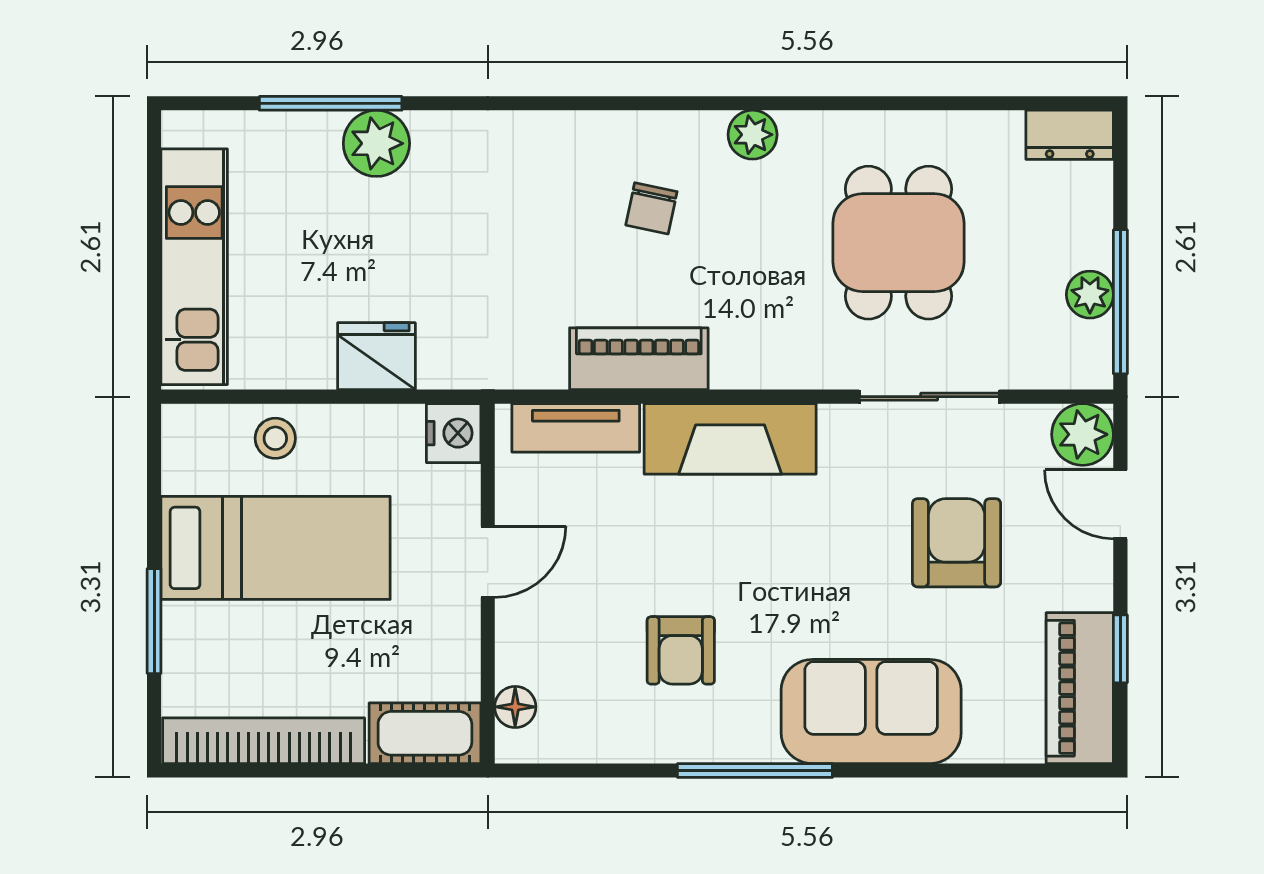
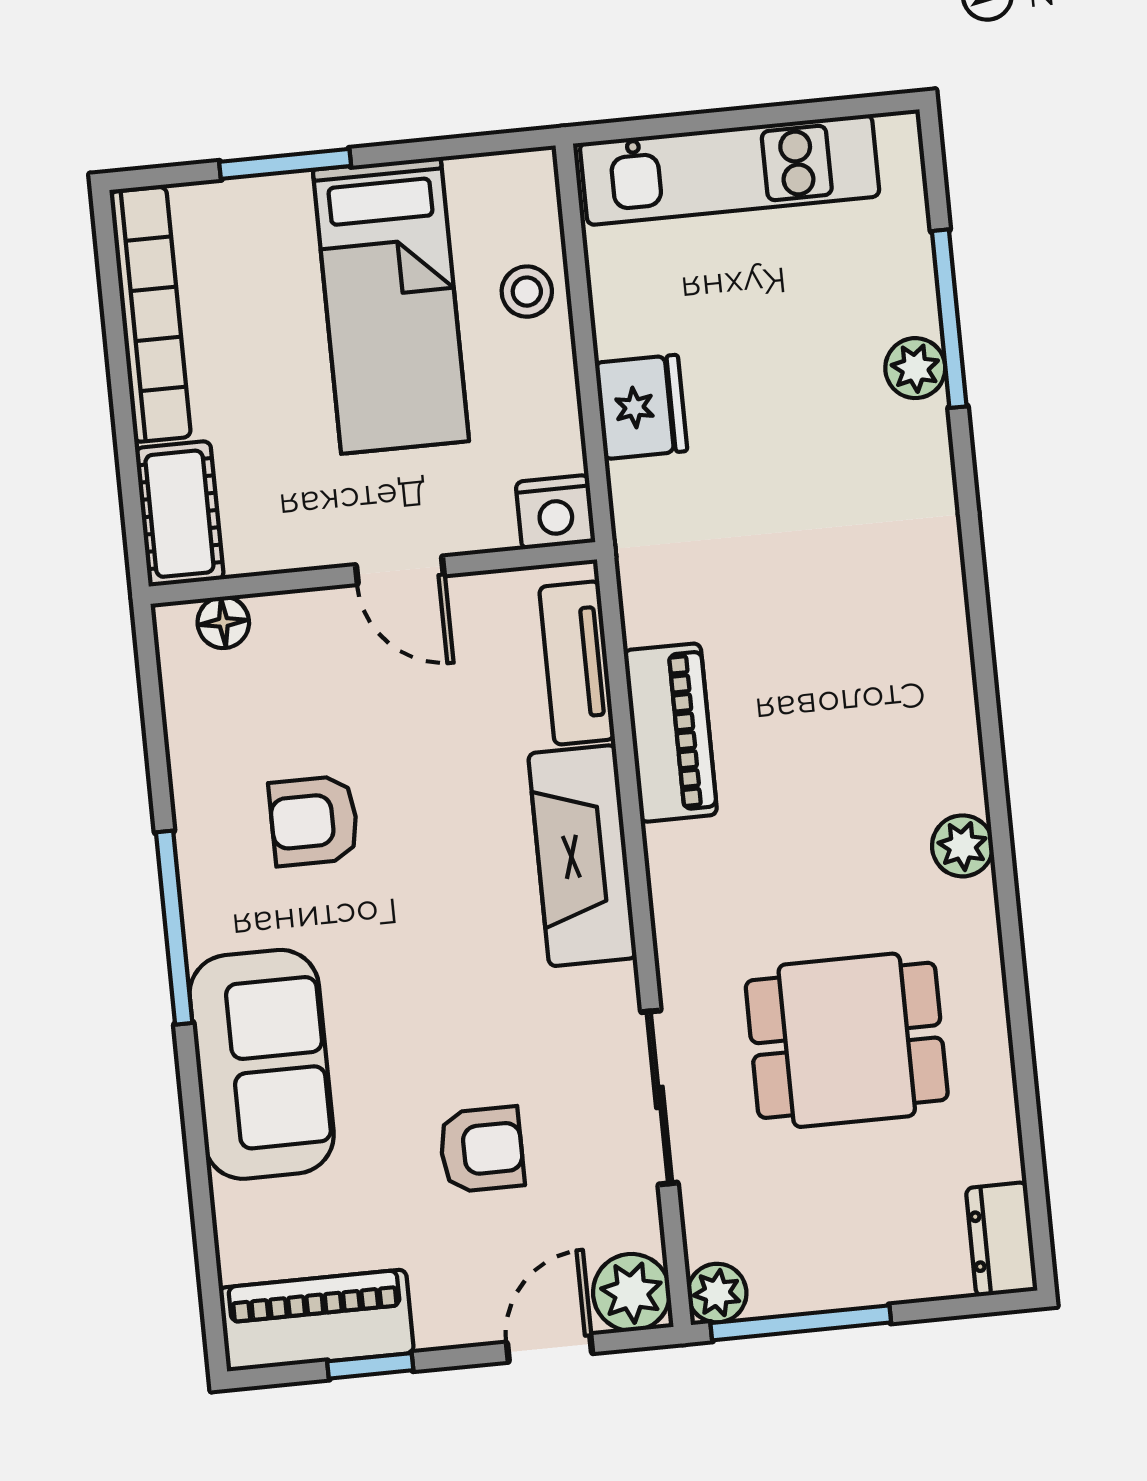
plant: (376, 143) -> (915, 368), width x0.73, depth x0.73
chair: (651, 208) -> (859, 730), removed
plant: (1090, 295) -> (717, 1293), moved
armchair: (957, 543) -> (482, 1149), width x0.72, depth x0.72

